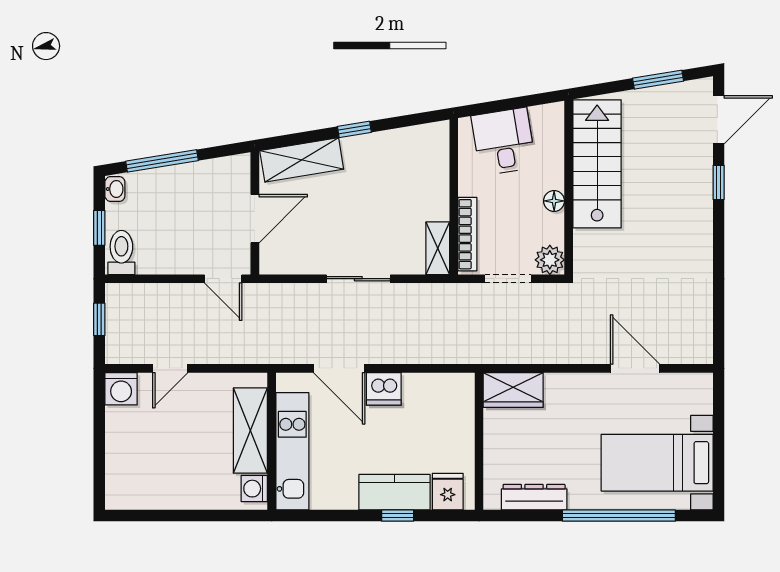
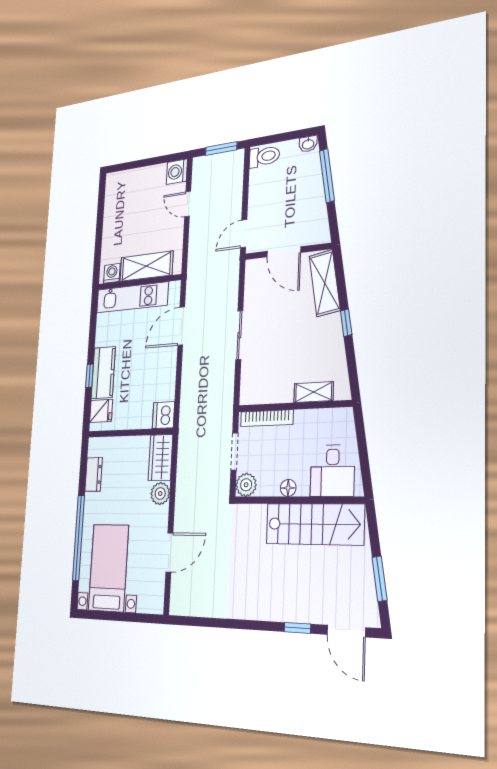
desk: (504, 142) -> (332, 471), moved, turned 99
window: (99, 228) -> (282, 137), removed
shelving: (438, 248) -> (314, 392), moved
window: (99, 319) -> (221, 149), width x1.50
plant: (560, 387) -> (160, 494), added
dishwasher: (384, 389) -> (163, 415), moved
dresser: (534, 497) -> (94, 474), width x0.70

